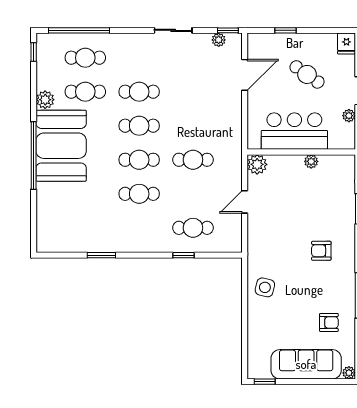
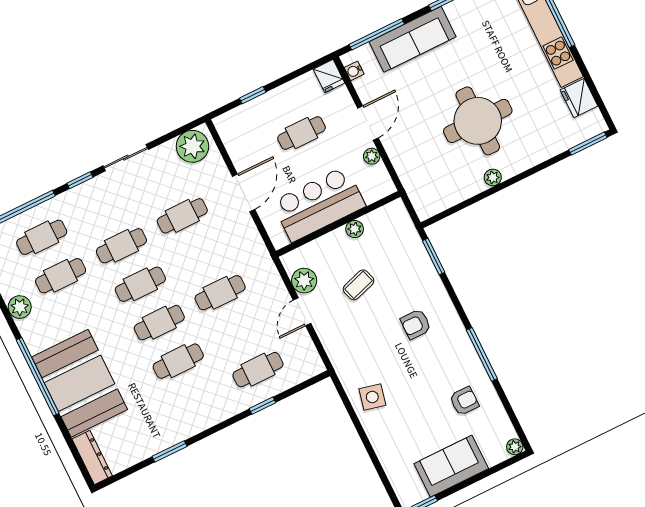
window: (228, 30) -> (80, 180), moved
plant: (219, 40) -> (192, 146), width x1.87, depth x1.87
cafe table: (307, 74) -> (302, 133), turned -35
door: (245, 75) -> (244, 193), moved
cafe table: (193, 92) -> (182, 216), added
booth: (61, 146) -> (80, 383), moved
plant: (257, 164) -> (304, 281), moved
coffee table: (294, 203) -> (359, 285), added
dresser: (44, 232) -> (92, 457), added
sofa: (306, 364) -> (451, 466), width x0.73

